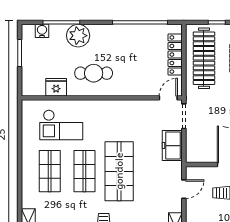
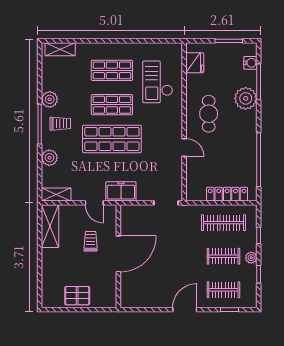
clothes rail: (204, 58) -> (223, 223), width x0.73, depth x0.76
fridge: (56, 87) -> (195, 63), moved
door: (168, 98) -> (184, 147), moved
freezer: (172, 146) -> (121, 191), moved

